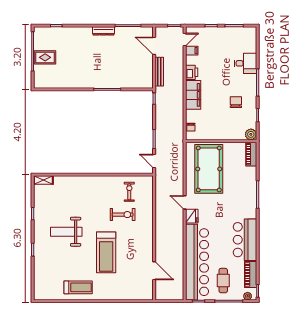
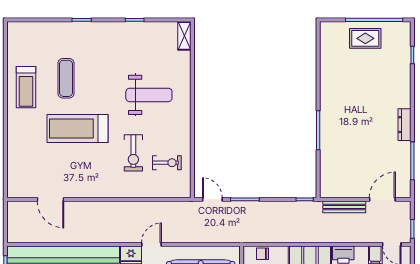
rug: (45, 57) -> (365, 38), turned 90
door: (154, 161) -> (212, 199), hinge flipped
weight bench: (66, 232) -> (149, 95), moved, turned 90
exercise mat: (72, 260) -> (66, 78), added
door: (154, 271) -> (50, 199), hinge flipped

